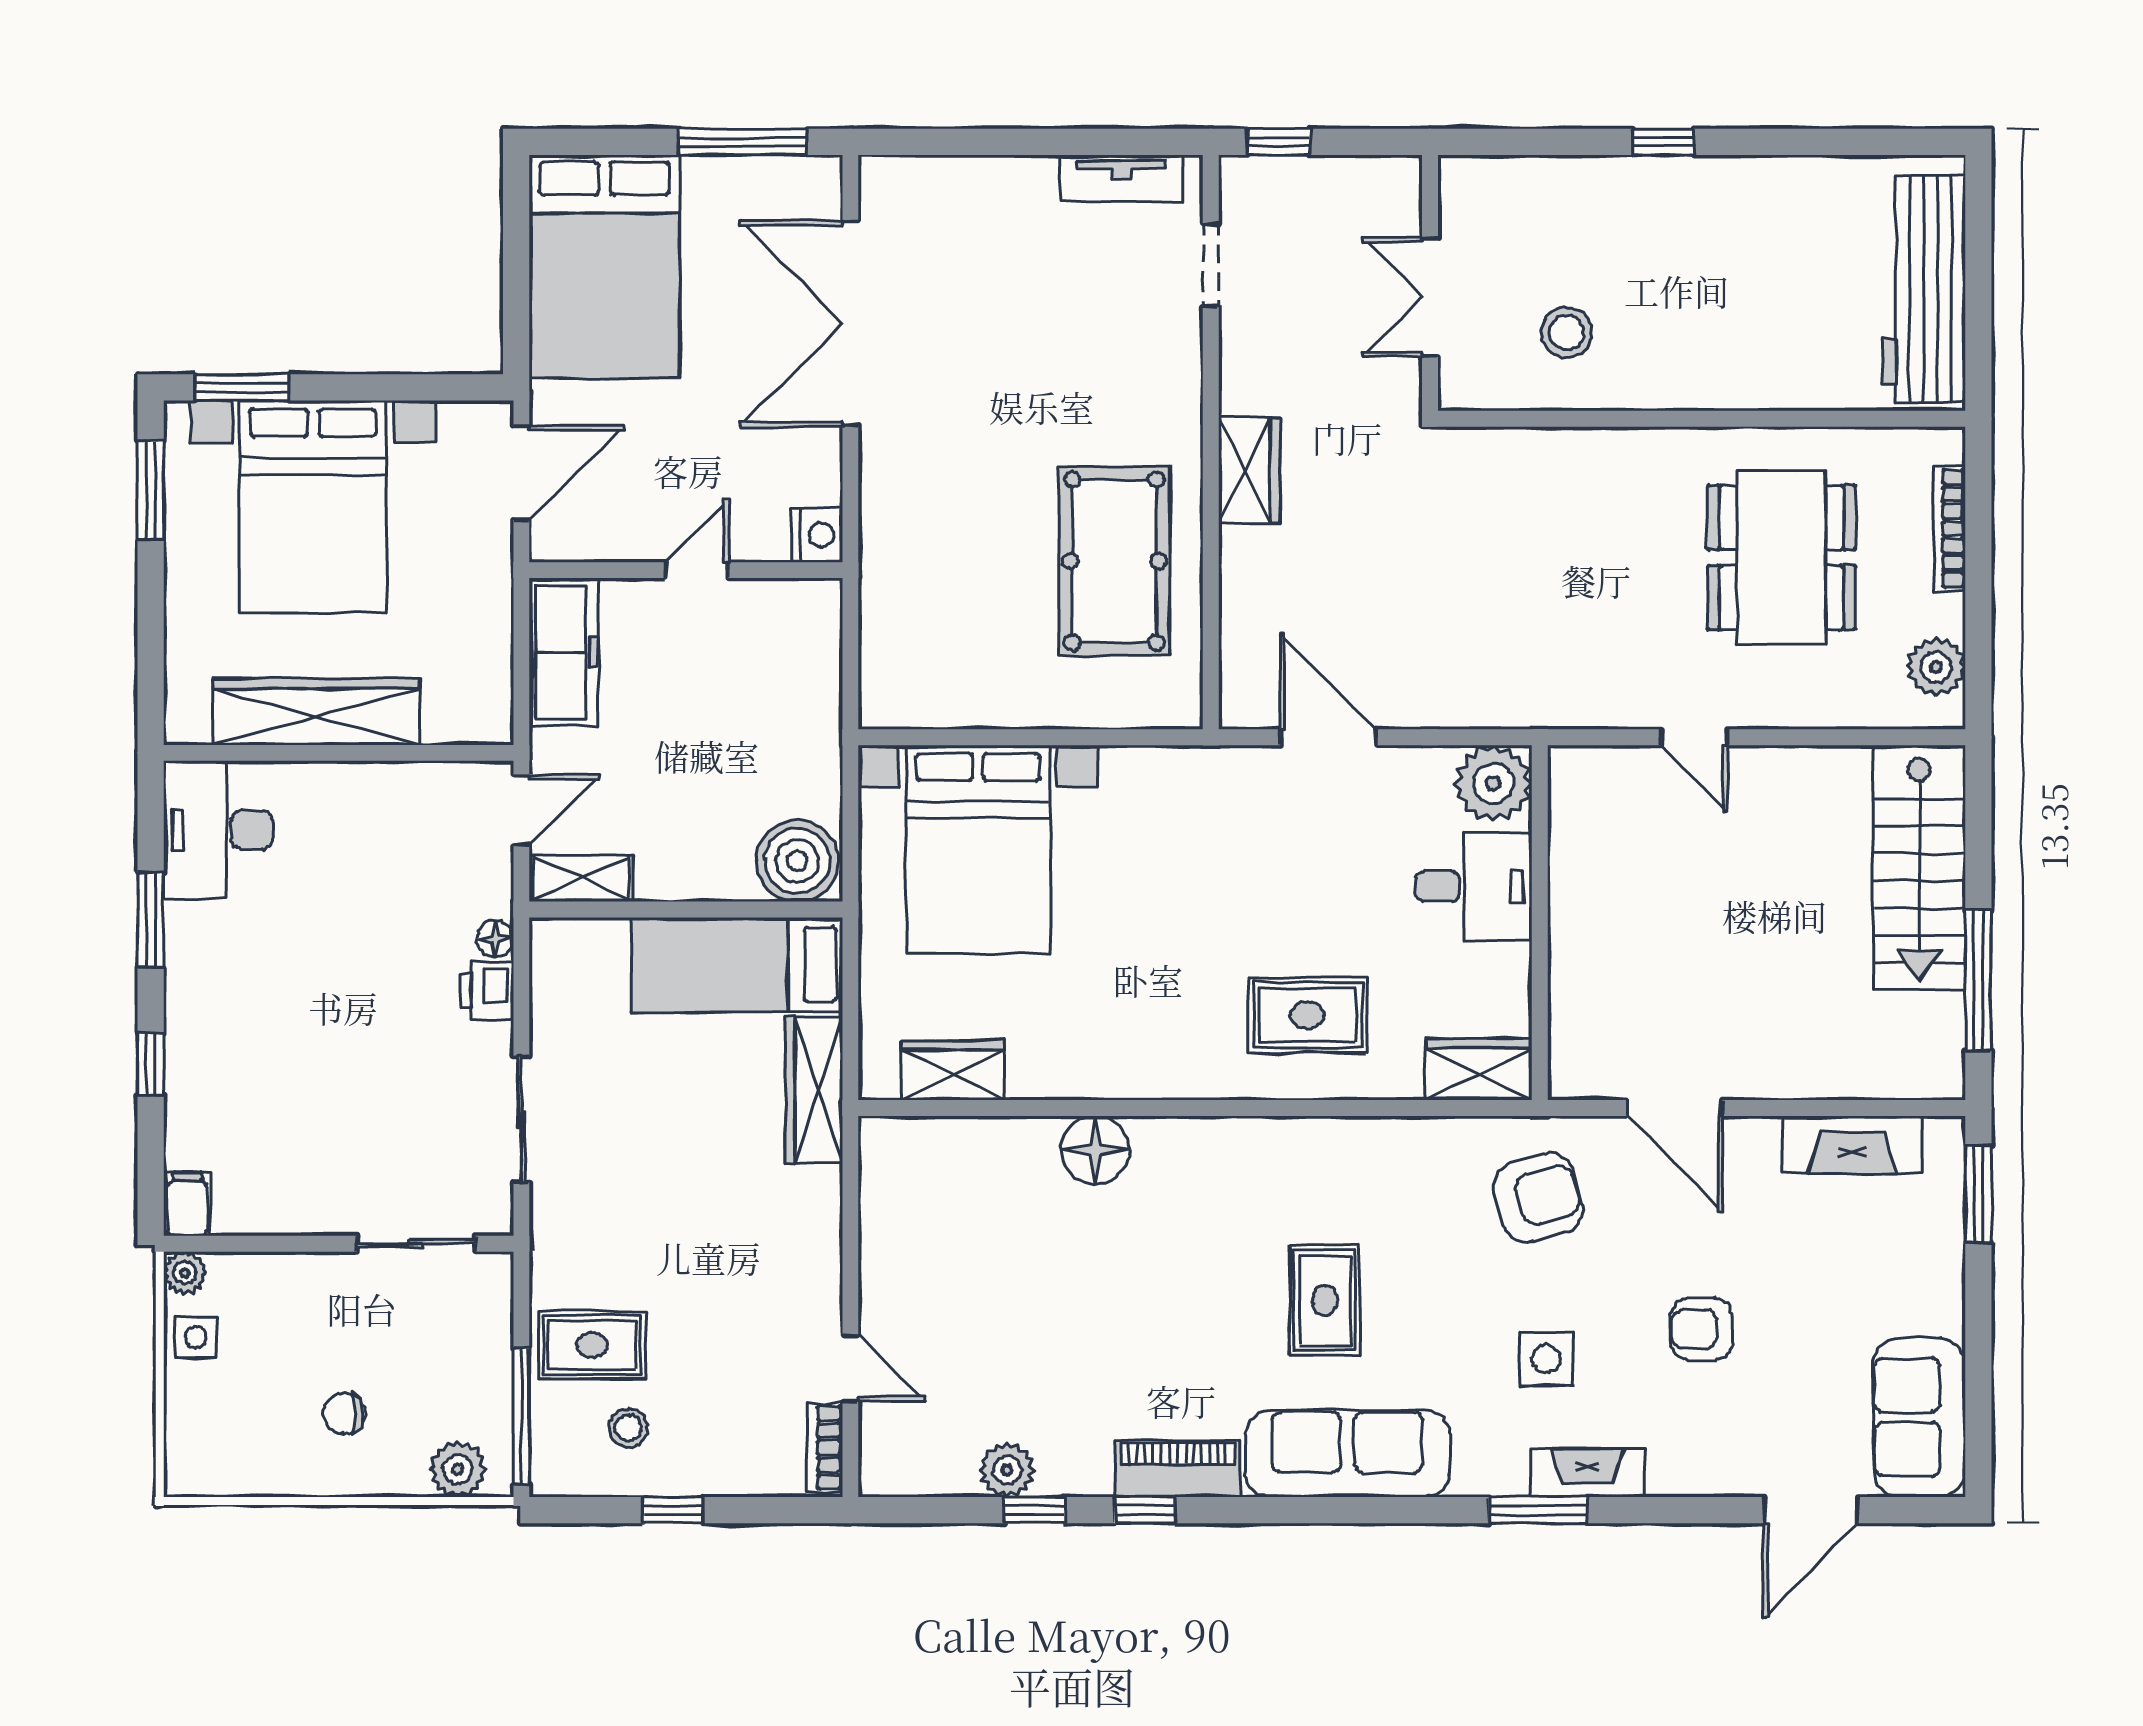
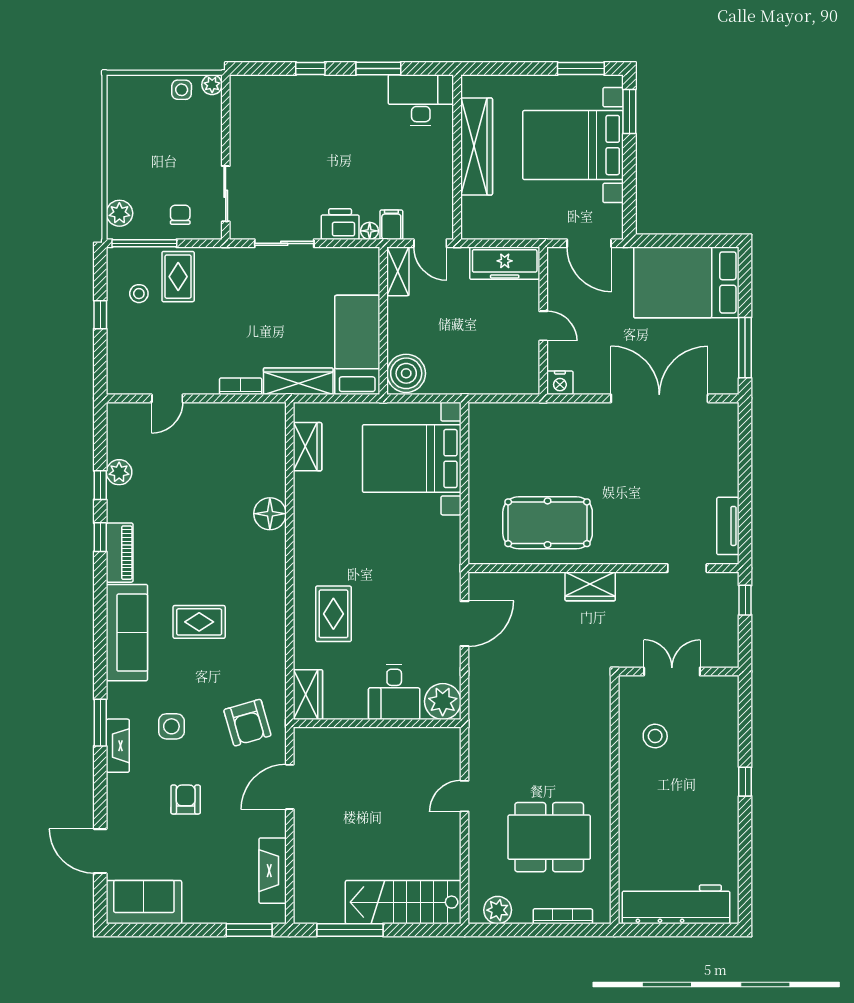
printer: (487, 991) -> (340, 224), width x1.36, depth x1.24
filing cabinet: (187, 1204) -> (391, 225), moved, turned -90
chair: (344, 1413) -> (180, 215), moved
bookcase: (825, 1448) -> (241, 386), moved

